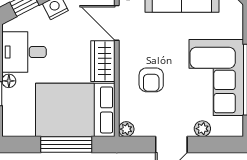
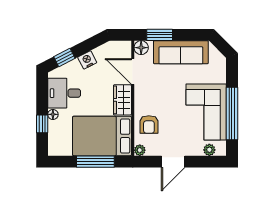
armchair: (151, 80) -> (149, 125), moved
plant: (202, 129) -> (209, 150), moved

